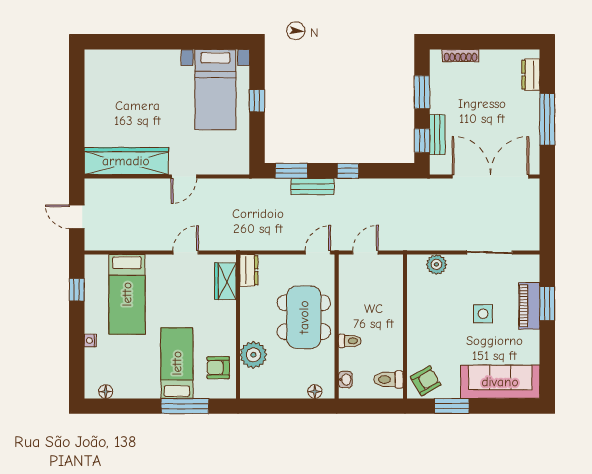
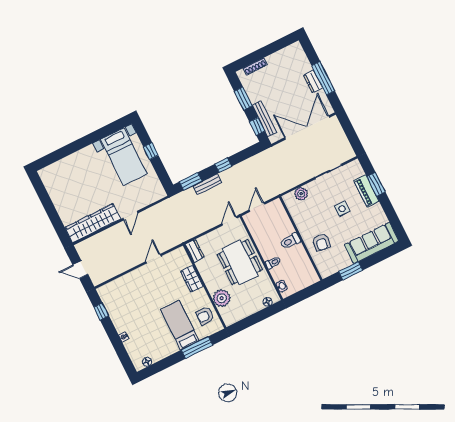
dresser: (531, 75) -> (313, 82), moved
bench: (437, 135) -> (264, 119), width x1.36
wardrobe: (225, 281) -> (192, 279), moved
bed: (127, 294) -> (131, 300), removed
toilet: (389, 379) -> (290, 241), moved
armchair: (426, 381) -> (321, 242), moved, turned 128

